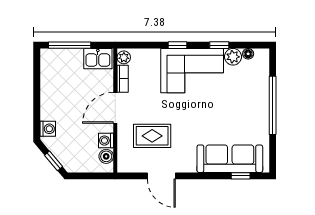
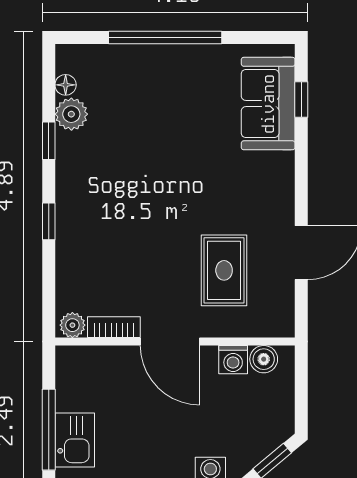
kitchen sink: (98, 59) -> (75, 440), moved
corner sofa: (192, 71) -> (98, 193), removed
sofa: (230, 159) -> (268, 104), width x0.73

